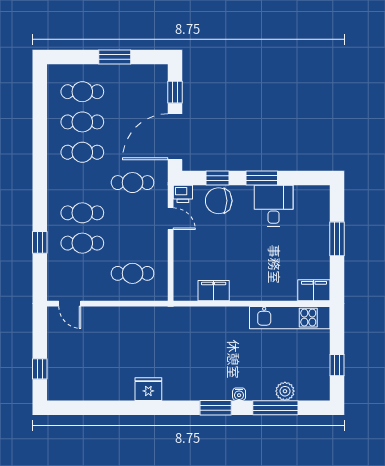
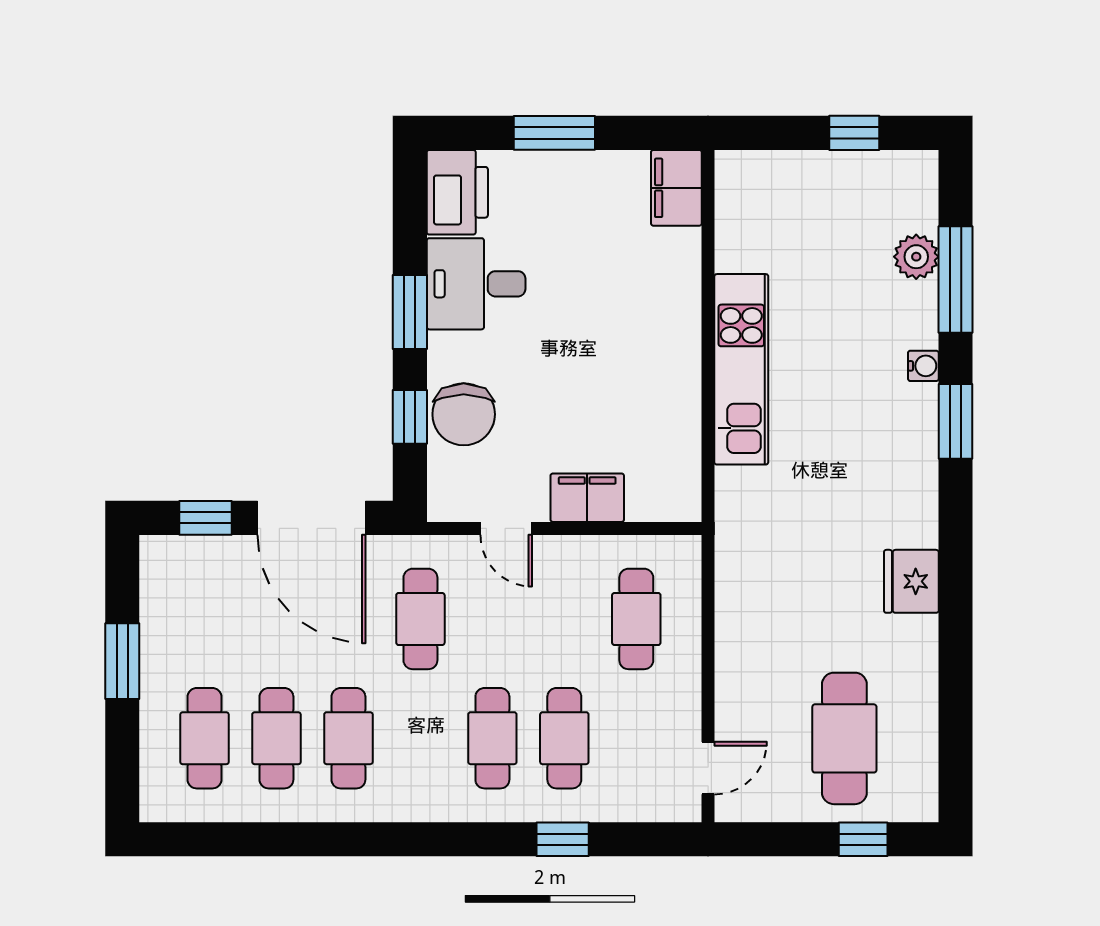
printer: (183, 194) -> (457, 192), moved, width x1.87, depth x1.48
door: (171, 219) -> (506, 528), swing flipped
filing cabinet: (214, 291) -> (587, 498), moved, turned 90
kitchen unit: (290, 318) -> (741, 369), moved
cafe table: (82, 361) -> (844, 738), added

